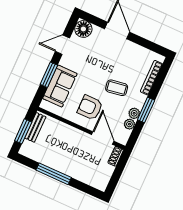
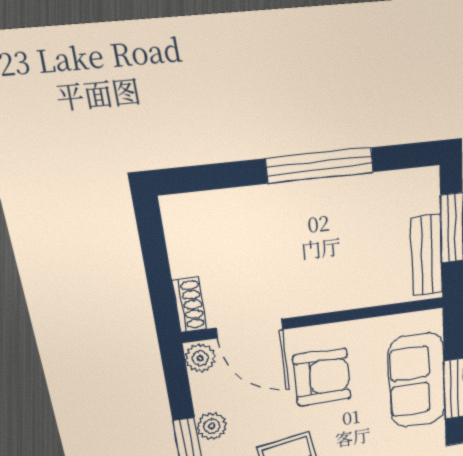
plant: (129, 124) -> (200, 358), moved

